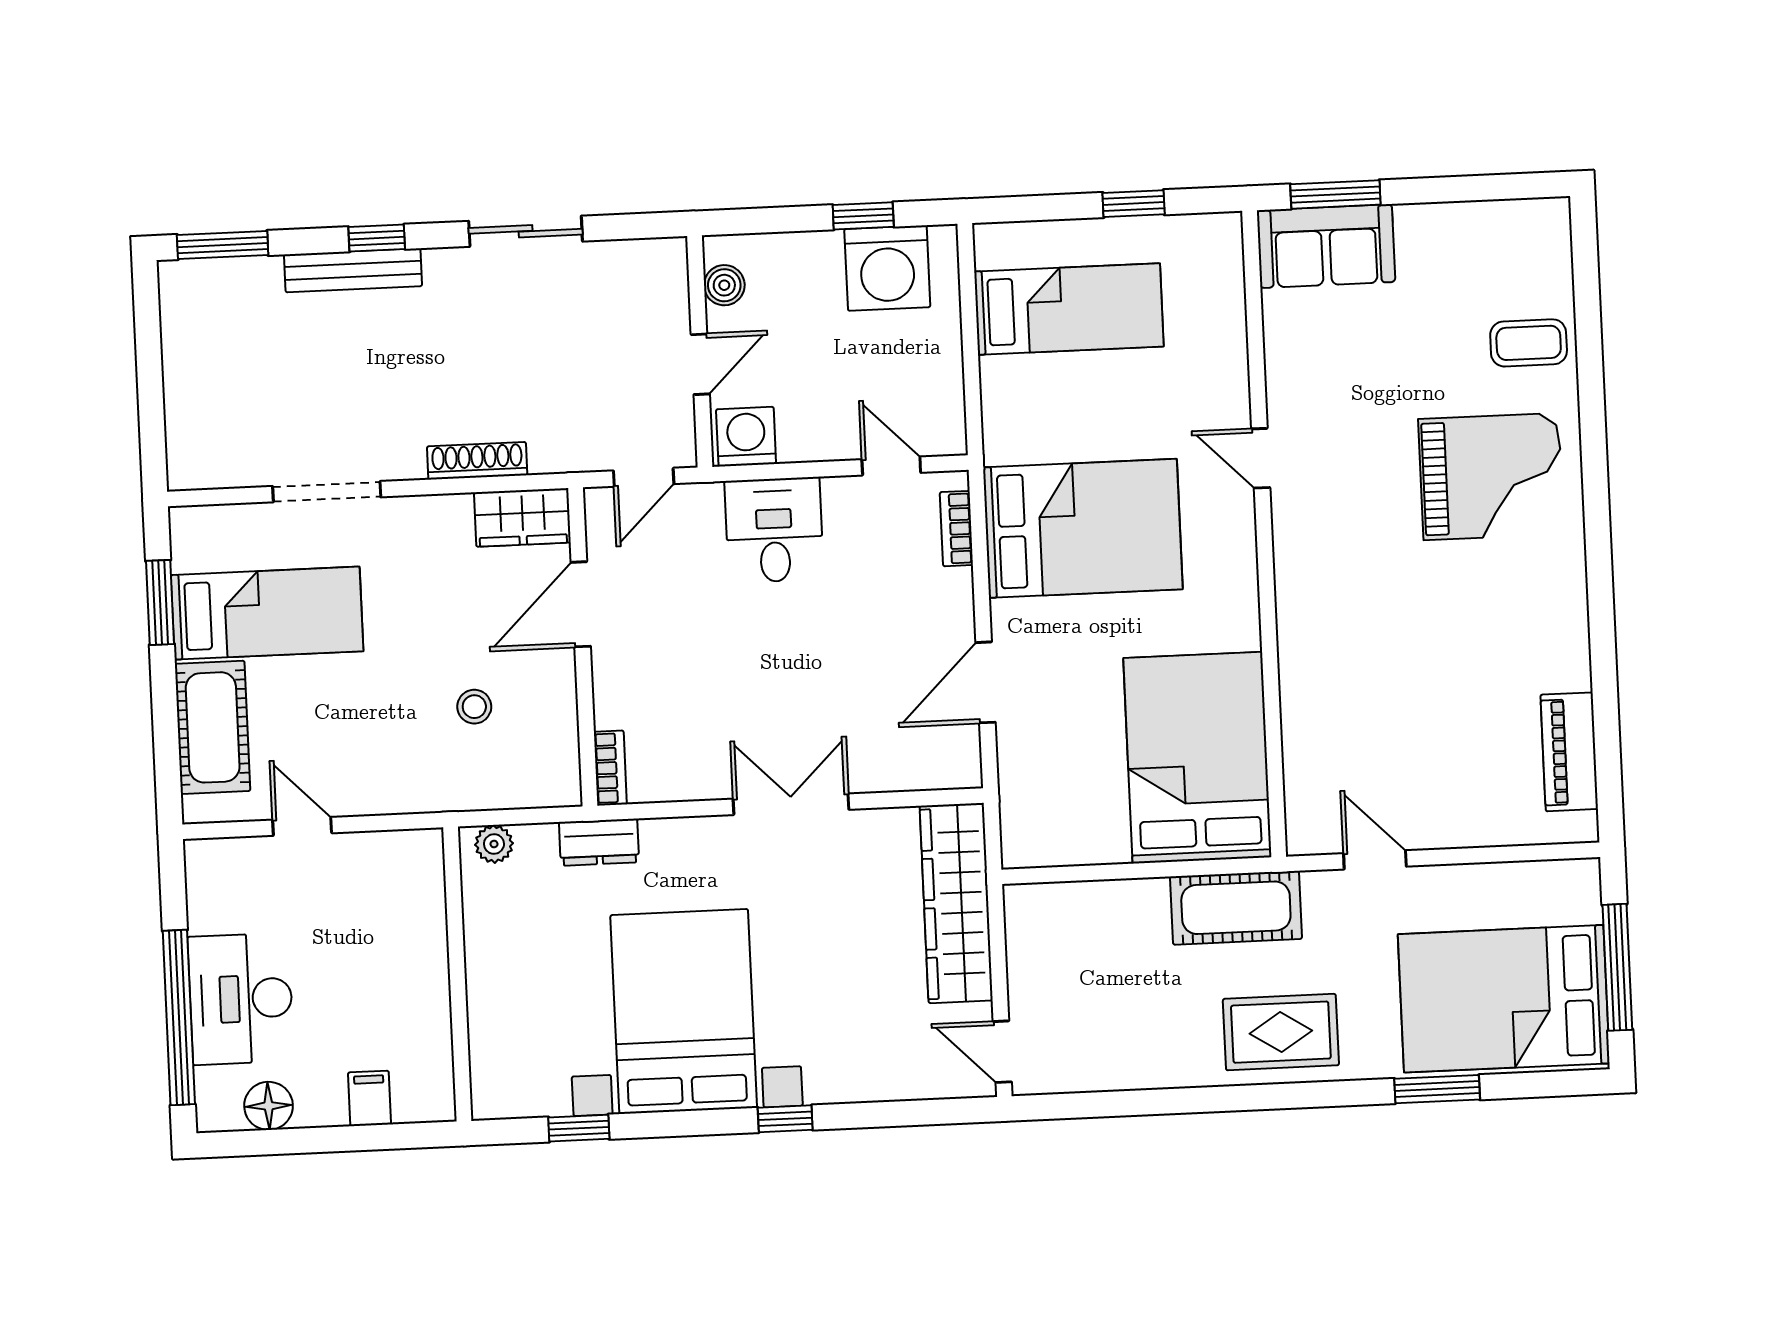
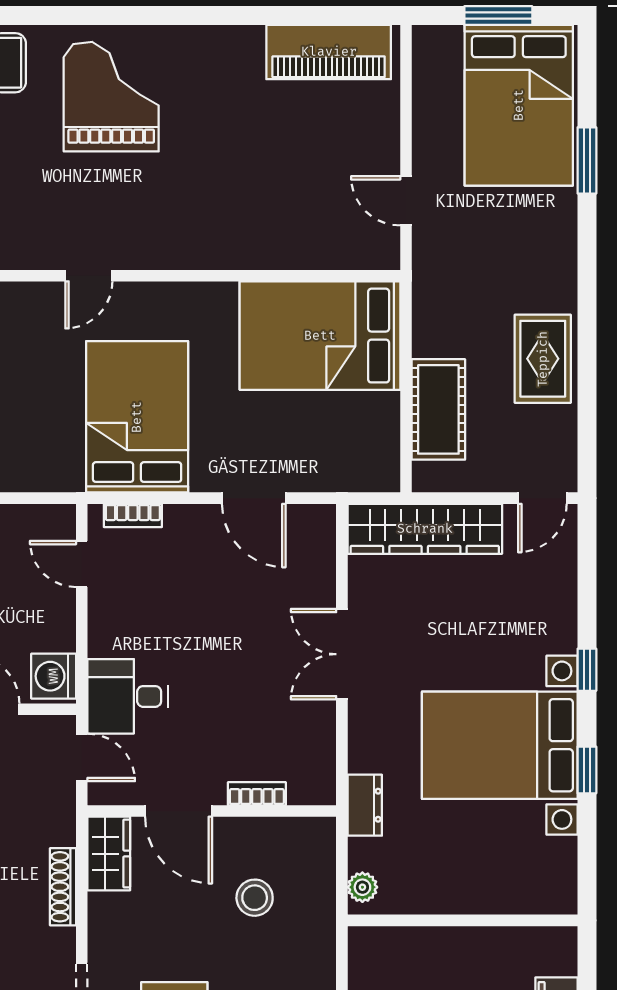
door: (891, 466) -> (82, 564), hinge flipped
desk: (774, 530) -> (128, 696), moved
stool: (474, 707) -> (255, 898), width x1.37, depth x1.37
piano: (1569, 752) -> (329, 52), width x1.37, depth x1.33
bookcase: (610, 768) -> (257, 794), moved
door: (1375, 860) -> (406, 201), hinge flipped
cot: (1236, 908) -> (438, 409), moved
window: (1617, 967) -> (498, 16), width x0.69
rug: (1281, 1032) -> (543, 359), moved
window: (579, 1128) -> (587, 770), moved

